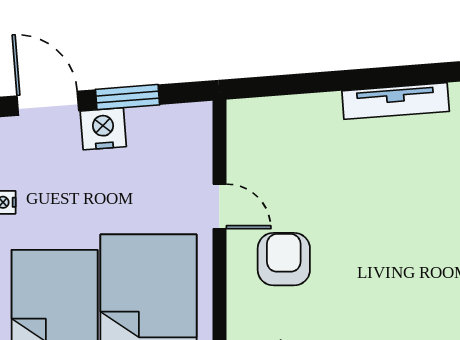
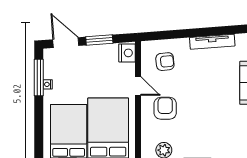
nightstand: (103, 129) -> (127, 53), moved, turned 94
armchair: (283, 148) -> (165, 62), added

